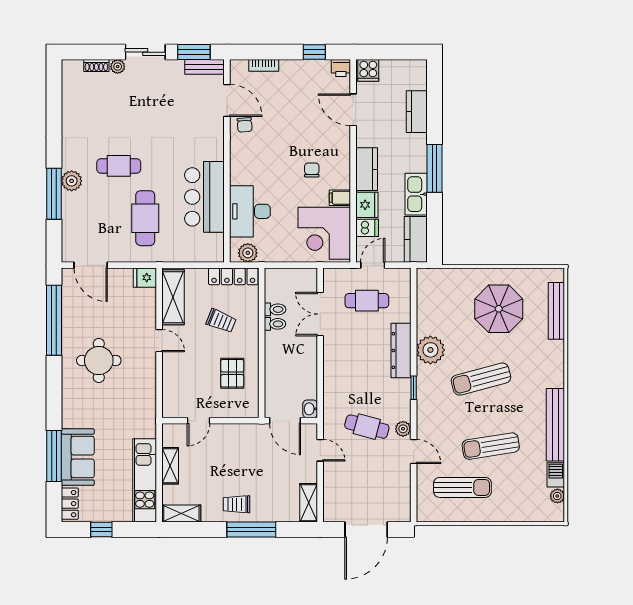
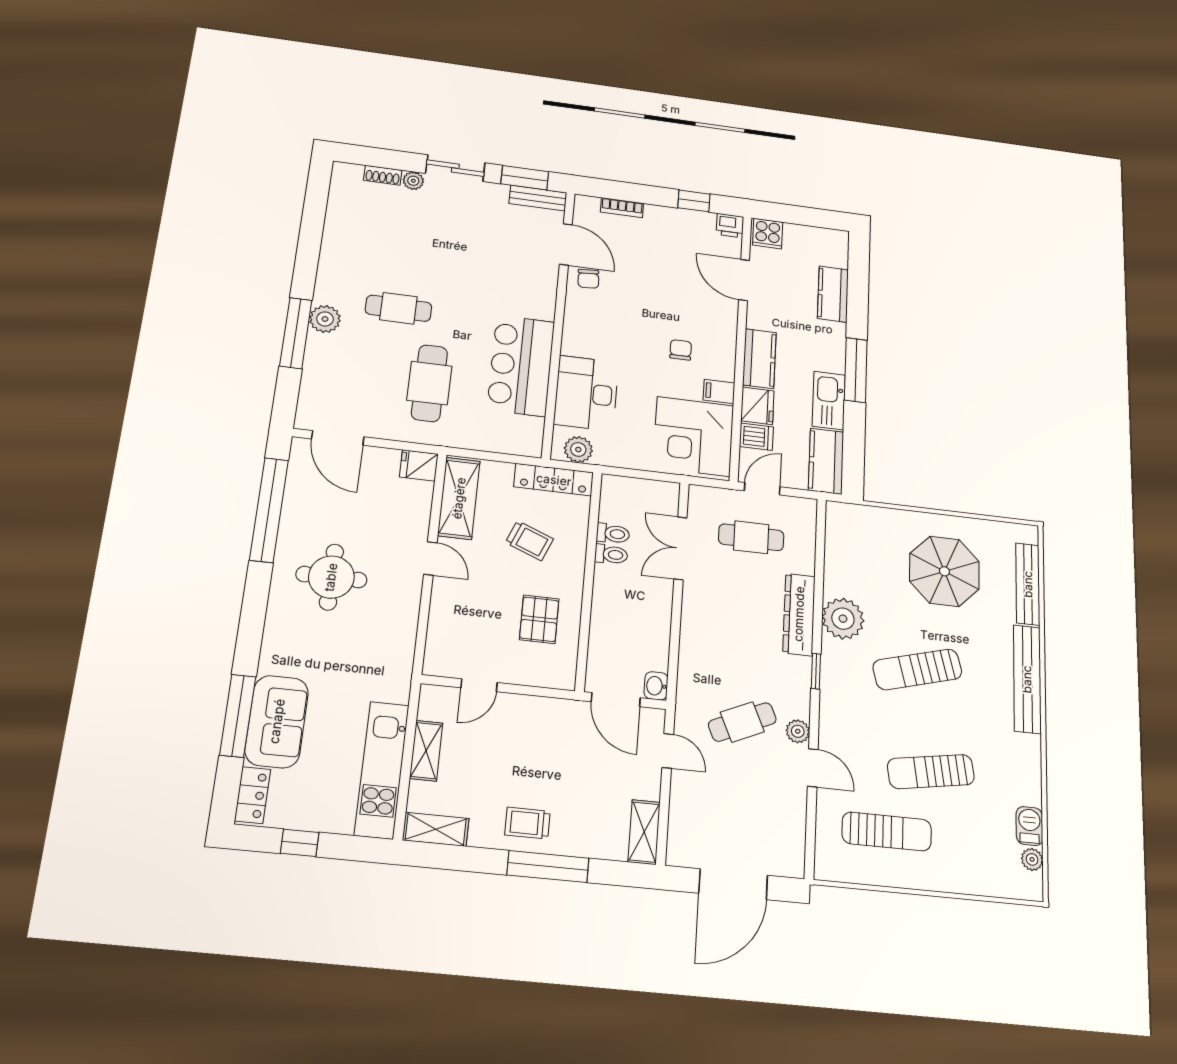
bench: (555, 425) -> (1027, 679), moved
cafe table: (367, 427) -> (742, 722), turned -39

